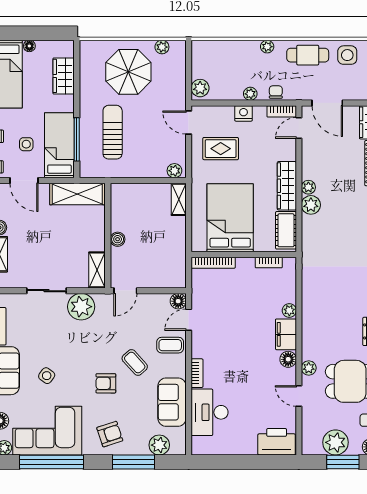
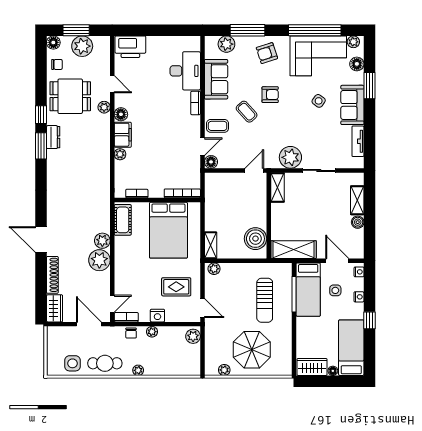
wardrobe: (64, 76) -> (312, 367), moved, turned -90
wardrobe: (287, 186) -> (122, 256), removed
plant: (308, 187) -> (99, 260), width x1.88, depth x1.88
boiler: (118, 239) -> (255, 239), moved, width x1.86, depth x1.86

